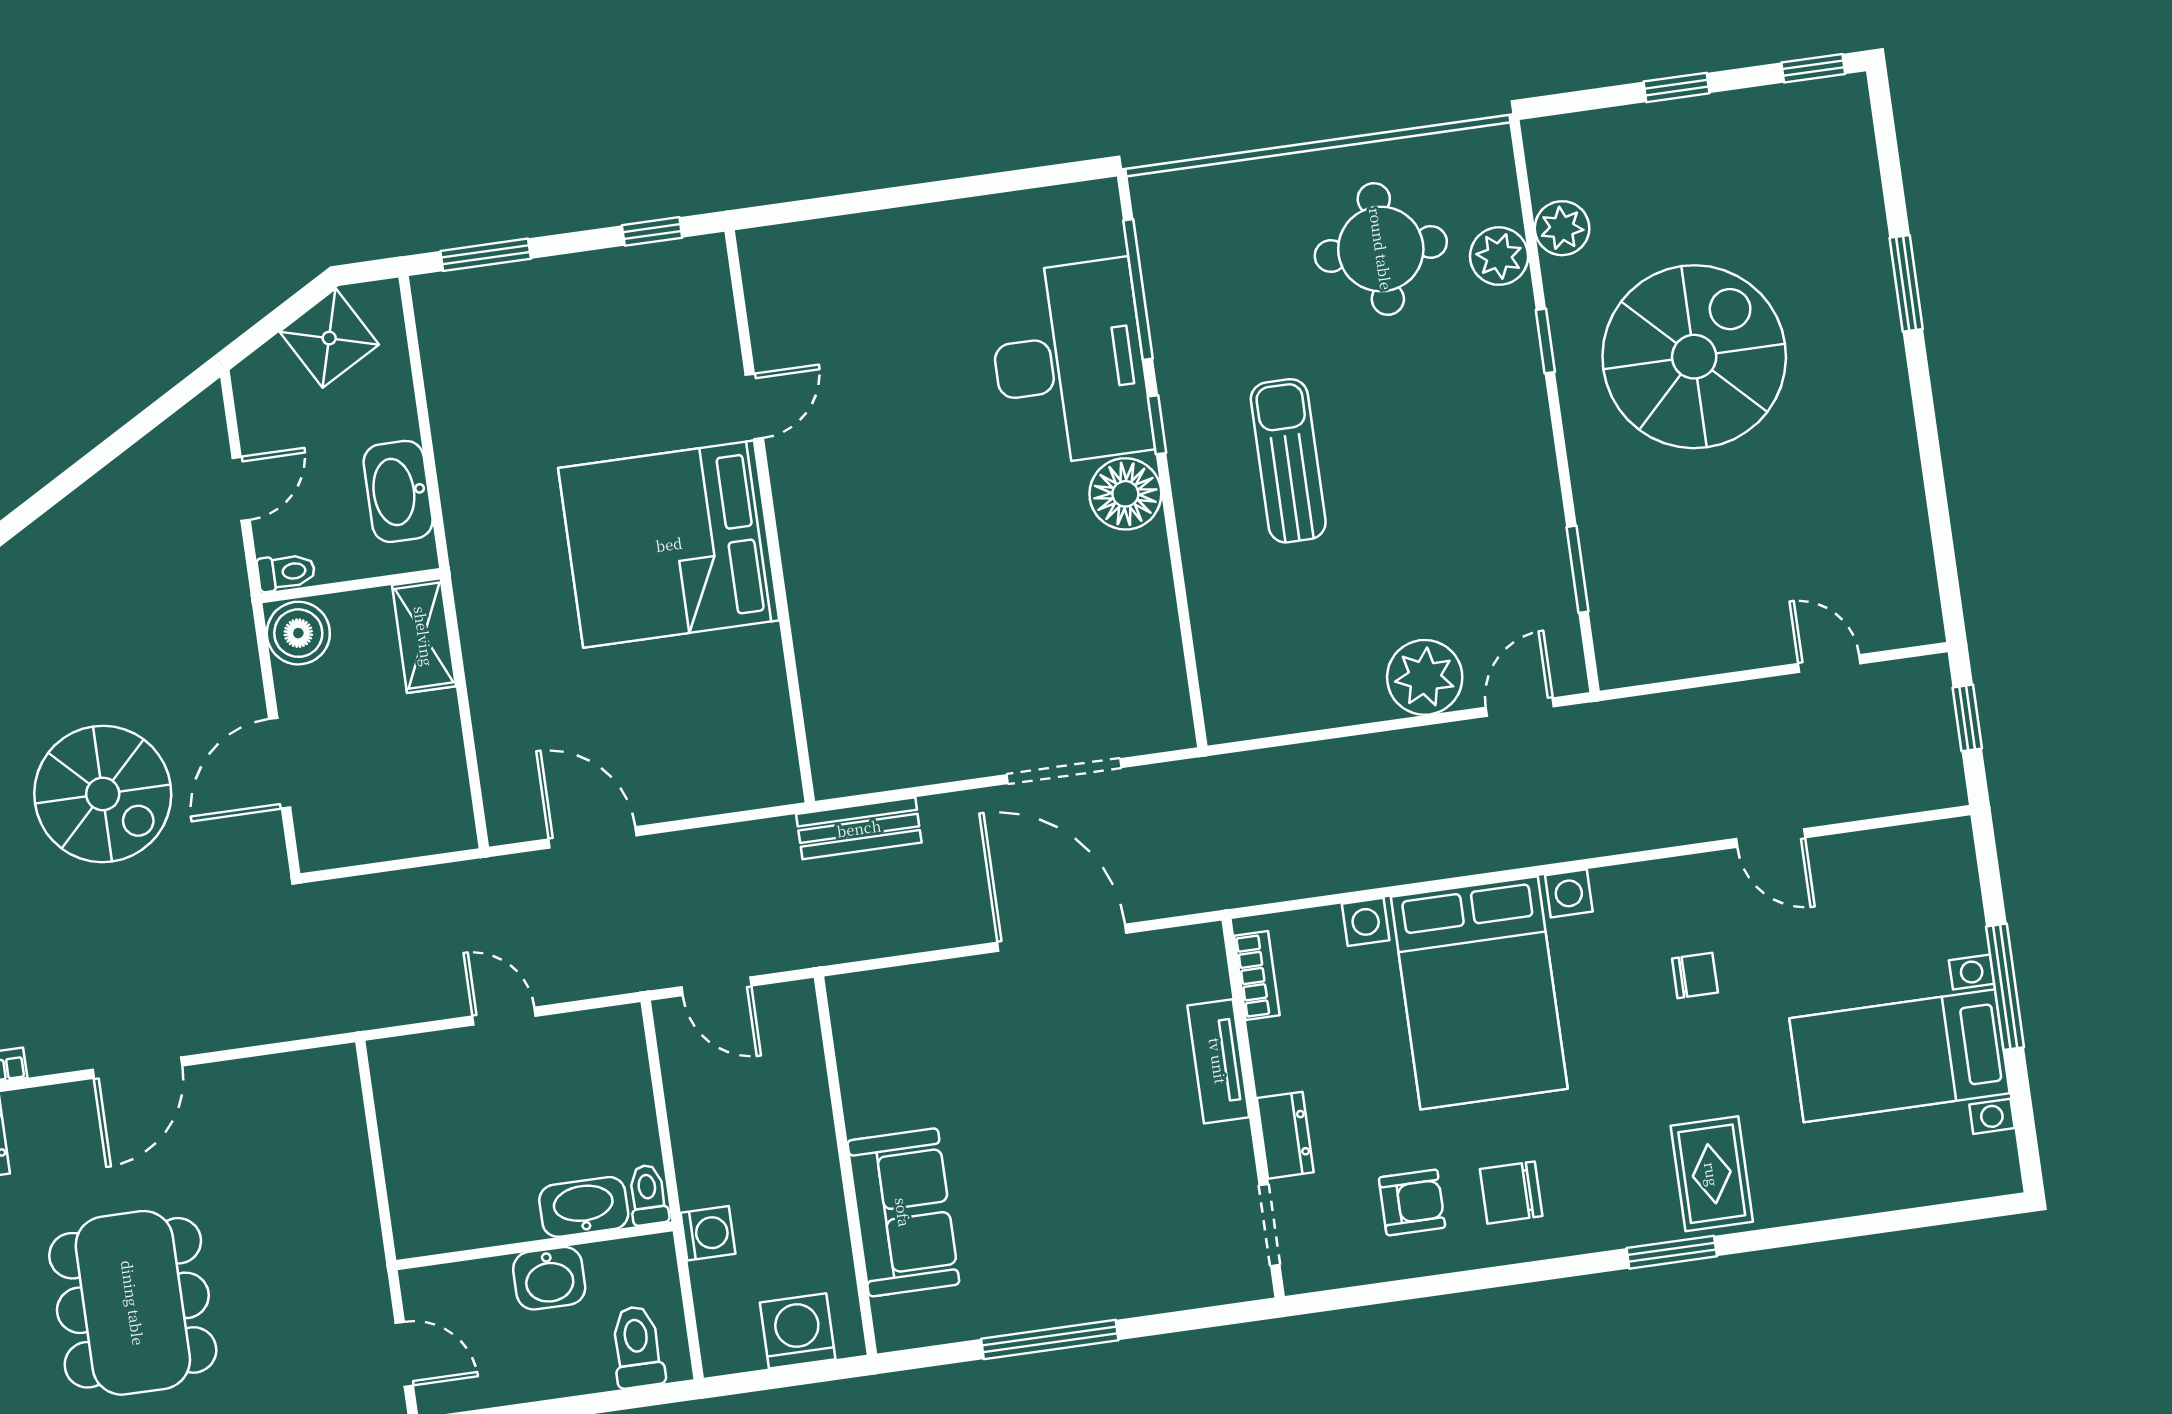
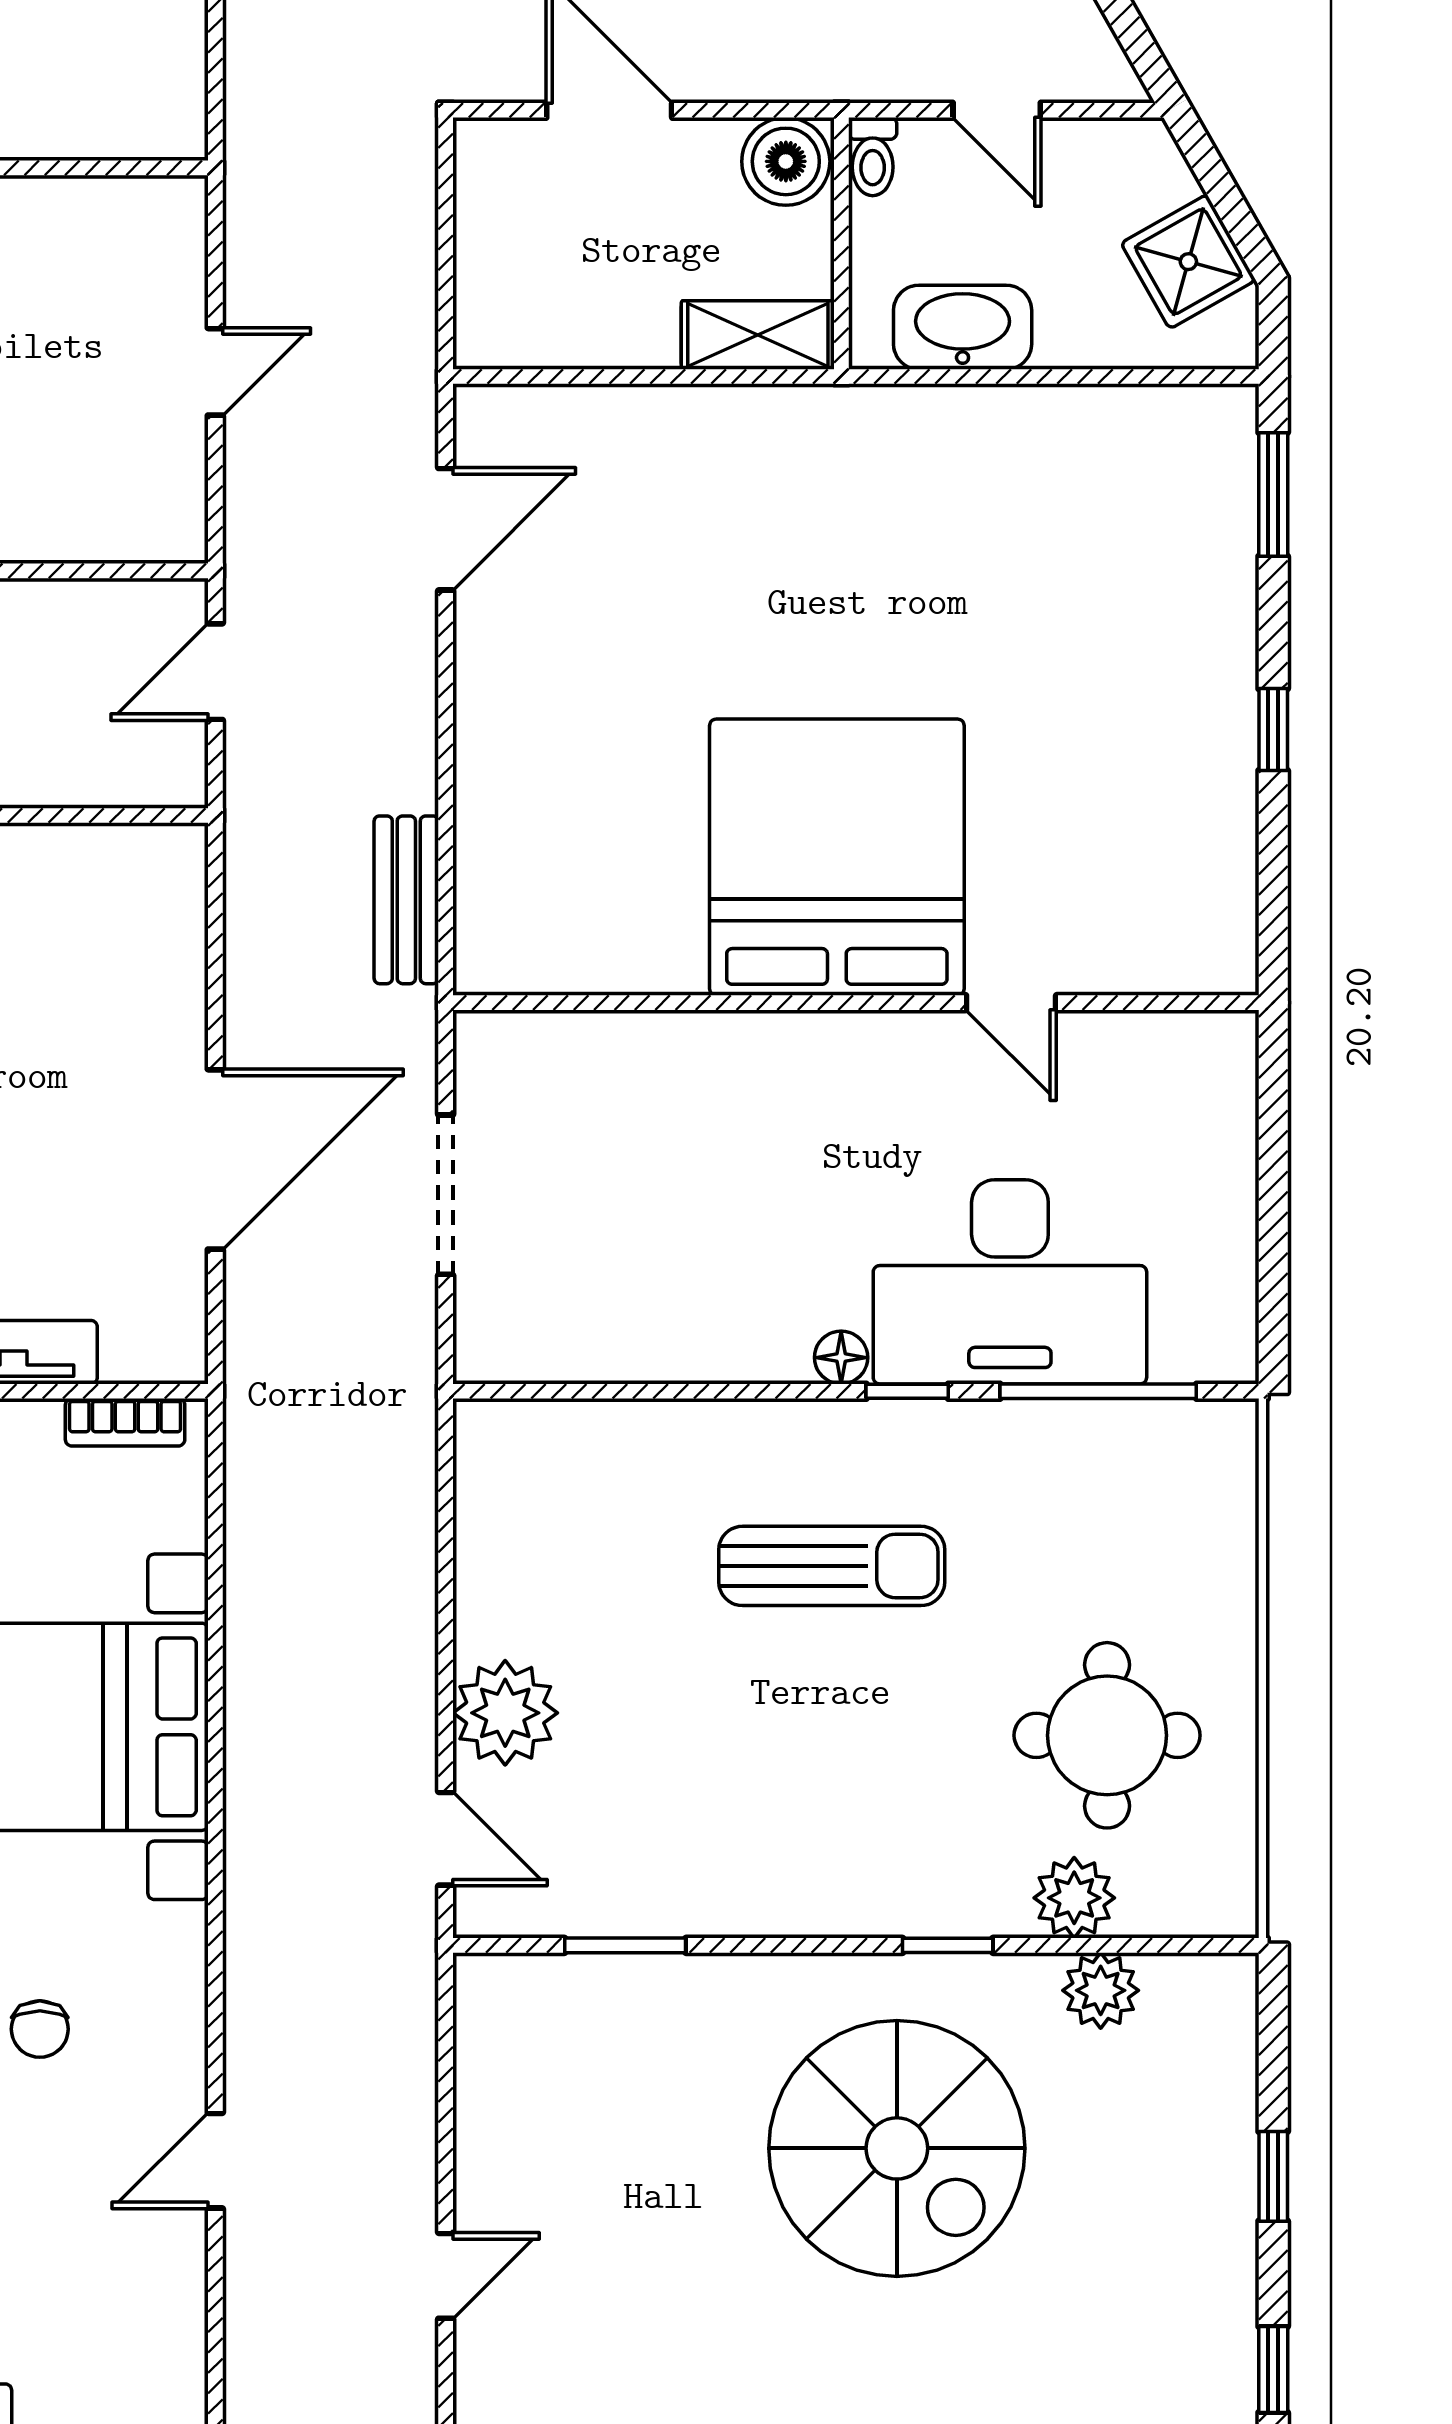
door: (754, 406) -> (1011, 1003), moved
floor lamp: (1125, 494) -> (841, 1358), width x0.53, depth x0.53
wall: (770, 516) -> (856, 1003), moved
bed: (669, 544) -> (837, 857), moved

